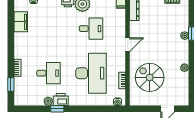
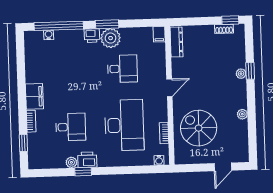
filing cabinet: (21, 22) -> (34, 96), moved

